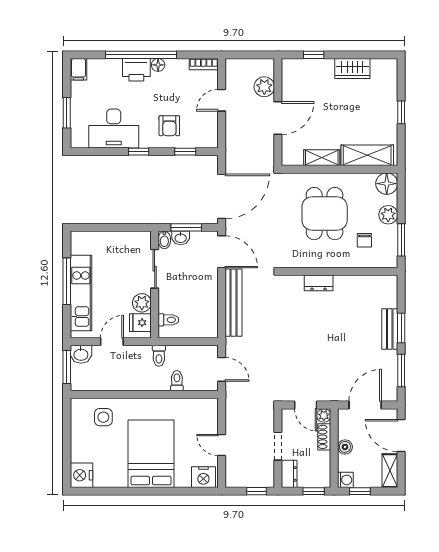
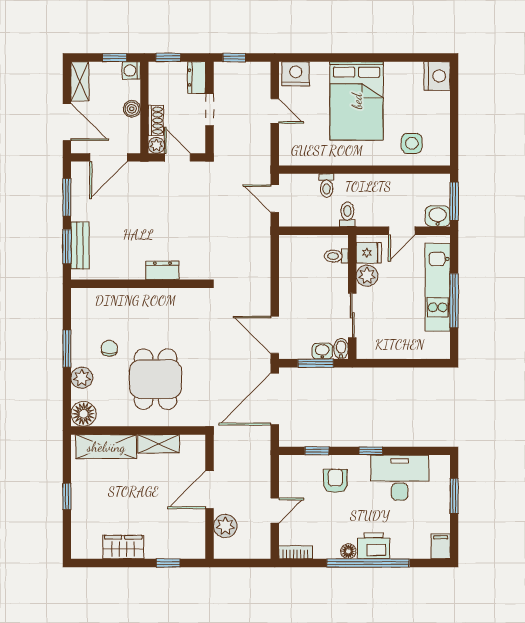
wall: (339, 271) -> (138, 284), moved
dresser: (319, 283) -> (162, 270), moved
bench: (234, 303) -> (261, 276), removed

